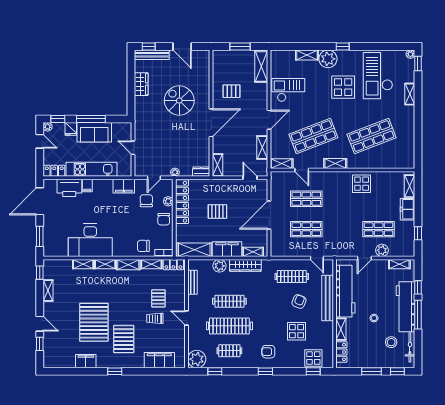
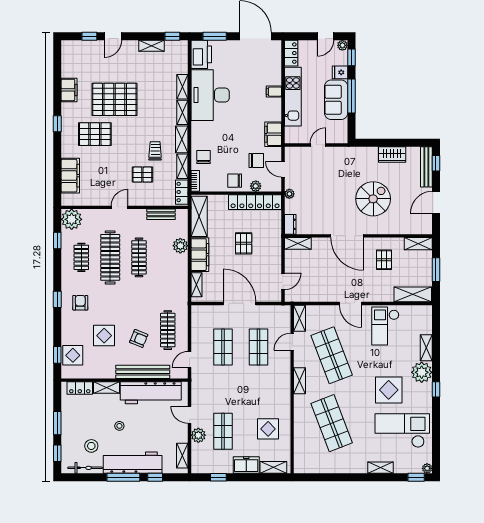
checkout: (288, 90) -> (385, 326), turned 180
shelving: (262, 147) -> (418, 244), moved
display table: (362, 184) -> (268, 429), moved
printer: (69, 188) -> (201, 54), moved, turned 180
wardrobe: (245, 265) -> (181, 276), removed
trolley: (155, 318) -> (155, 151), moved

